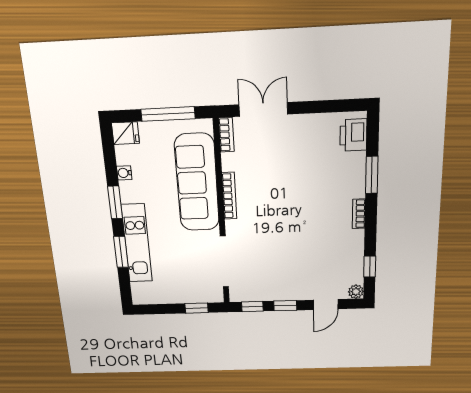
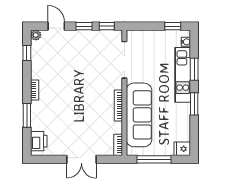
double door: (263, 109) -> (81, 159), moved
water cooler: (124, 173) -> (186, 42), moved
door: (326, 304) -> (56, 26), hinge flipped
window: (197, 308) -> (173, 26), moved

